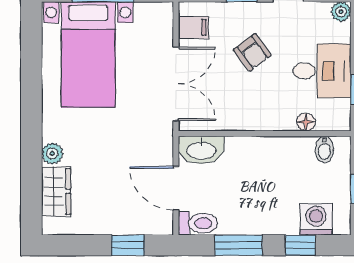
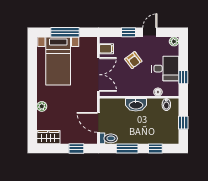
washbasin: (201, 150) -> (136, 105), moved
wardrobe: (56, 191) -> (48, 137), moved, turned -90
washing machine: (316, 219) -> (163, 137), removed

